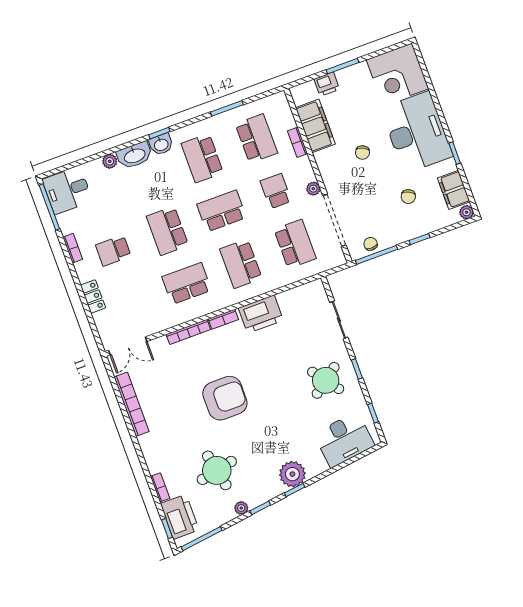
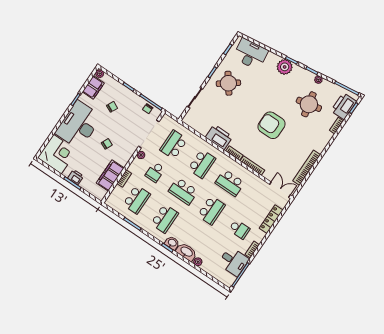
printer: (327, 84) -> (76, 177), moved
school desk: (256, 138) -> (136, 199), turned 180
desk: (67, 190) -> (234, 261), moved
locker: (93, 297) -> (271, 219), width x1.53

